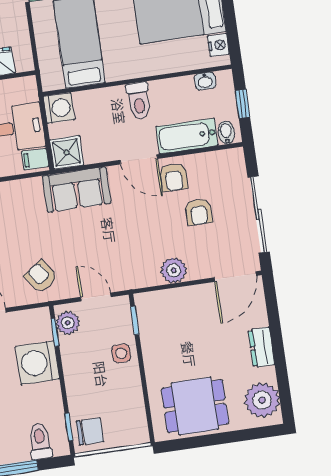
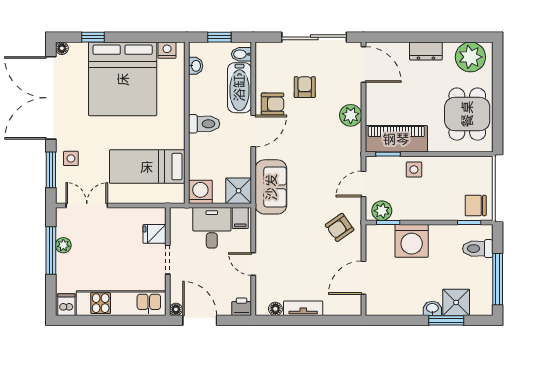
armchair: (199, 212) -> (305, 87), turned -90
piano: (154, 328) -> (396, 139), added
chair: (90, 431) -> (476, 205), turned -90

